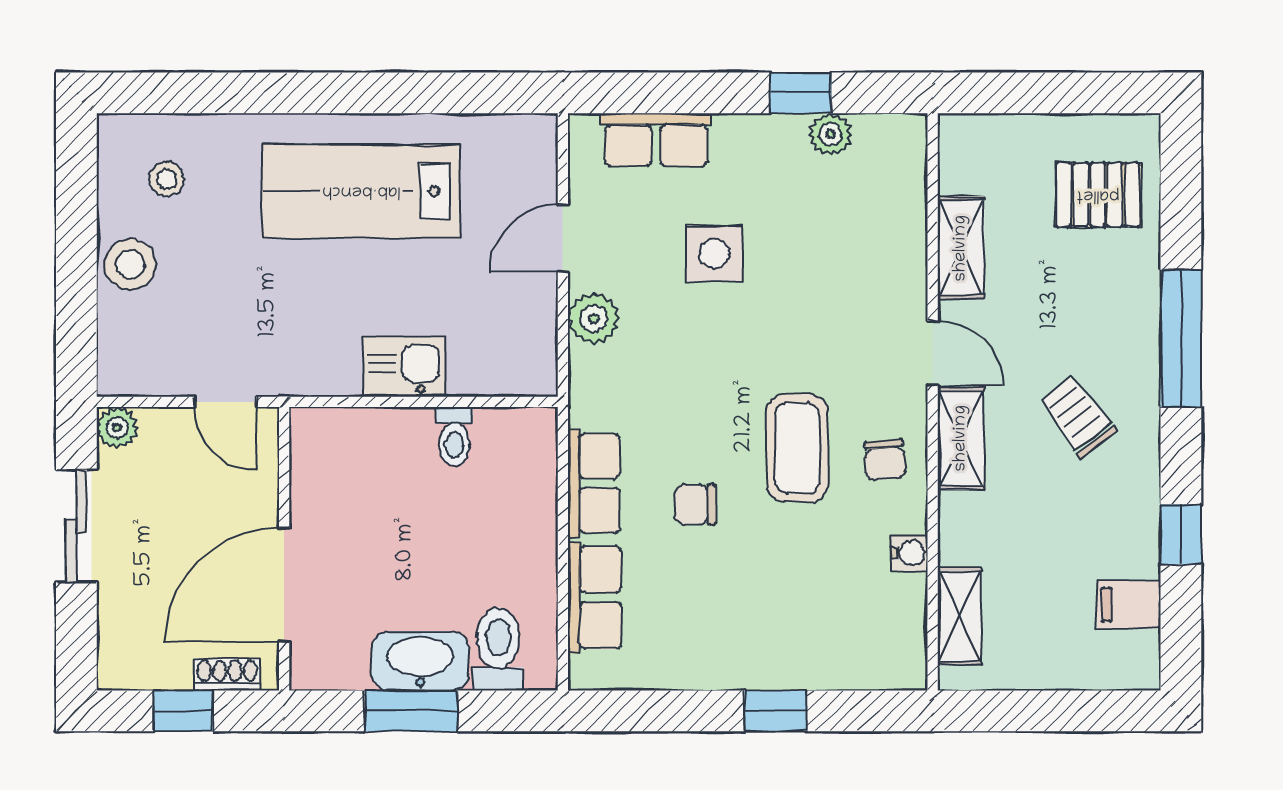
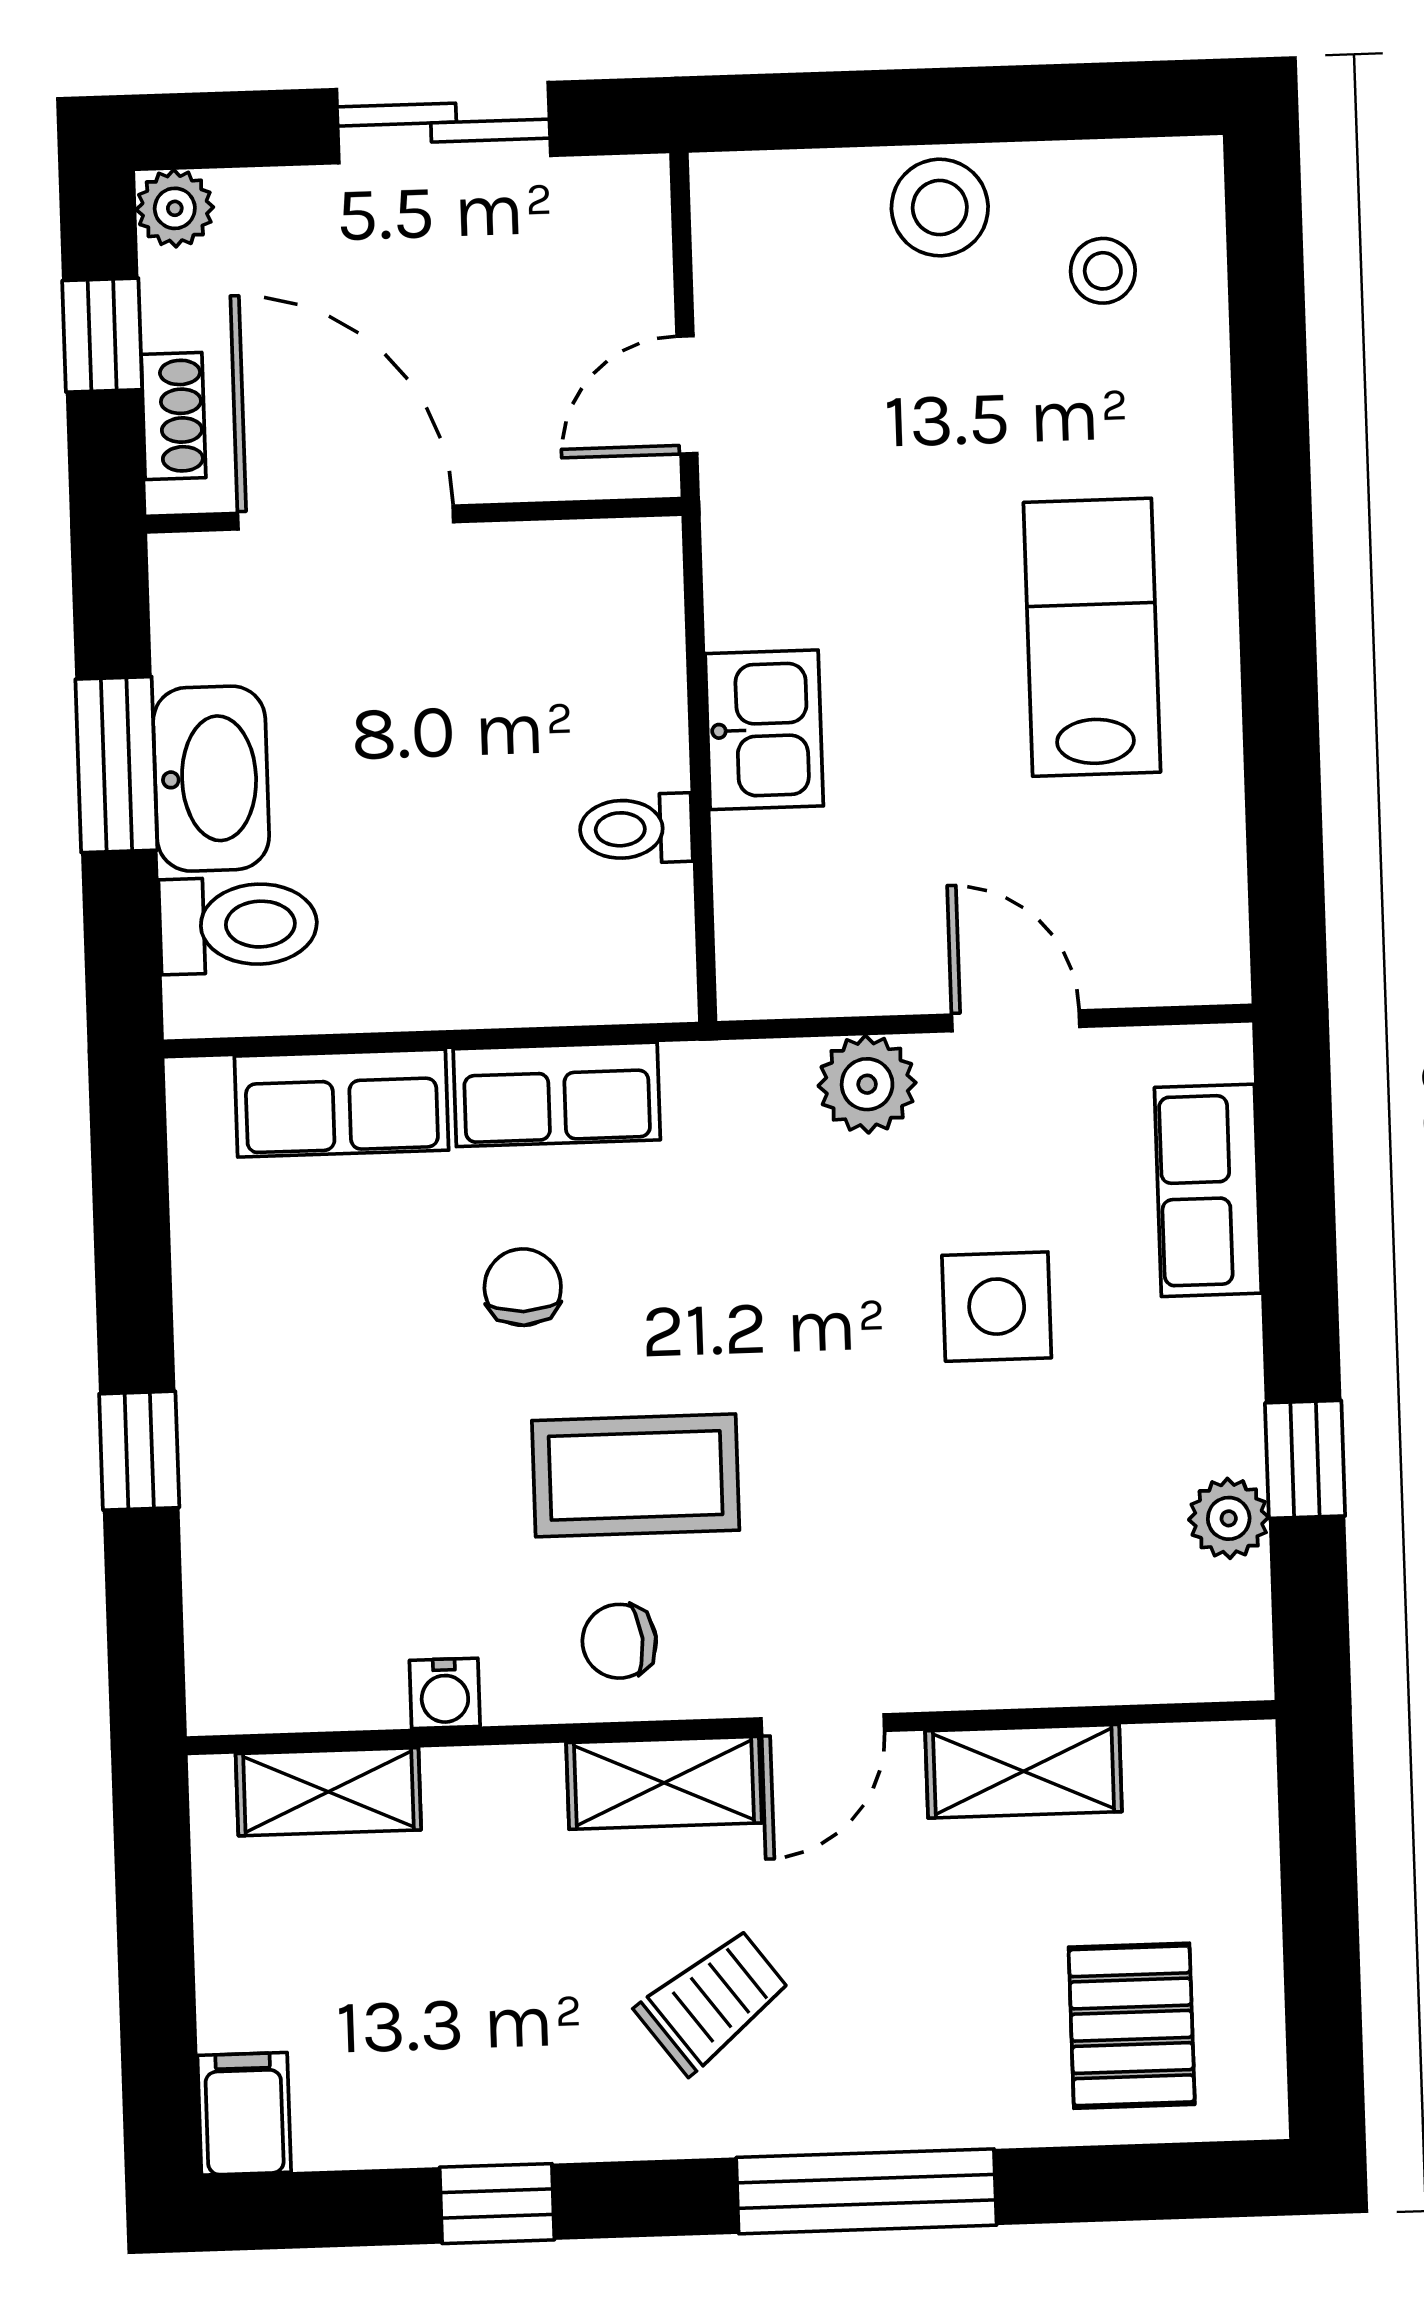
lab bench: (361, 191) -> (1092, 637), width x0.73, depth x0.72
plant: (117, 428) -> (175, 208), moved
filing cabinet: (1129, 605) -> (244, 2114), moved

